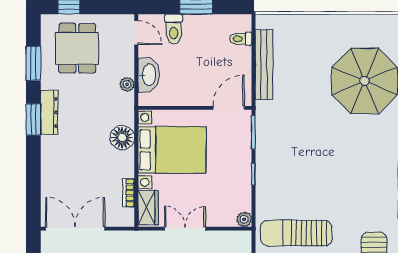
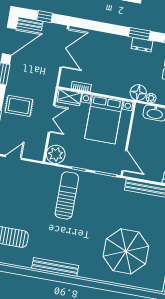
dresser: (49, 112) -> (142, 45), width x0.70
floor lamp: (122, 138) -> (138, 93), moved
plant: (244, 219) -> (56, 154), width x1.88, depth x1.88
sun lounger: (296, 233) -> (67, 195), moved

